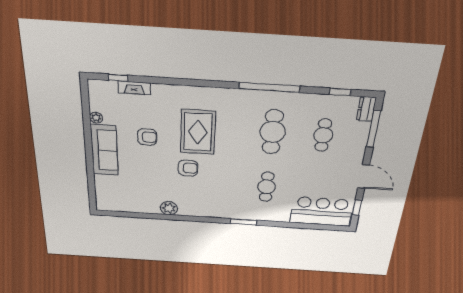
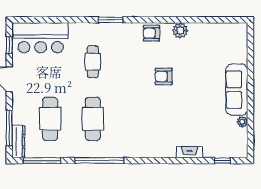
fireplace: (134, 88) -> (190, 152), moved
window: (340, 92) -> (42, 161), width x2.17
dresser: (366, 109) -> (18, 141), width x1.44
rug: (198, 132) -> (156, 114), removed
cafe table: (323, 135) -> (50, 119), width x1.37, depth x1.35
armchair: (147, 137) -> (151, 33), moved

